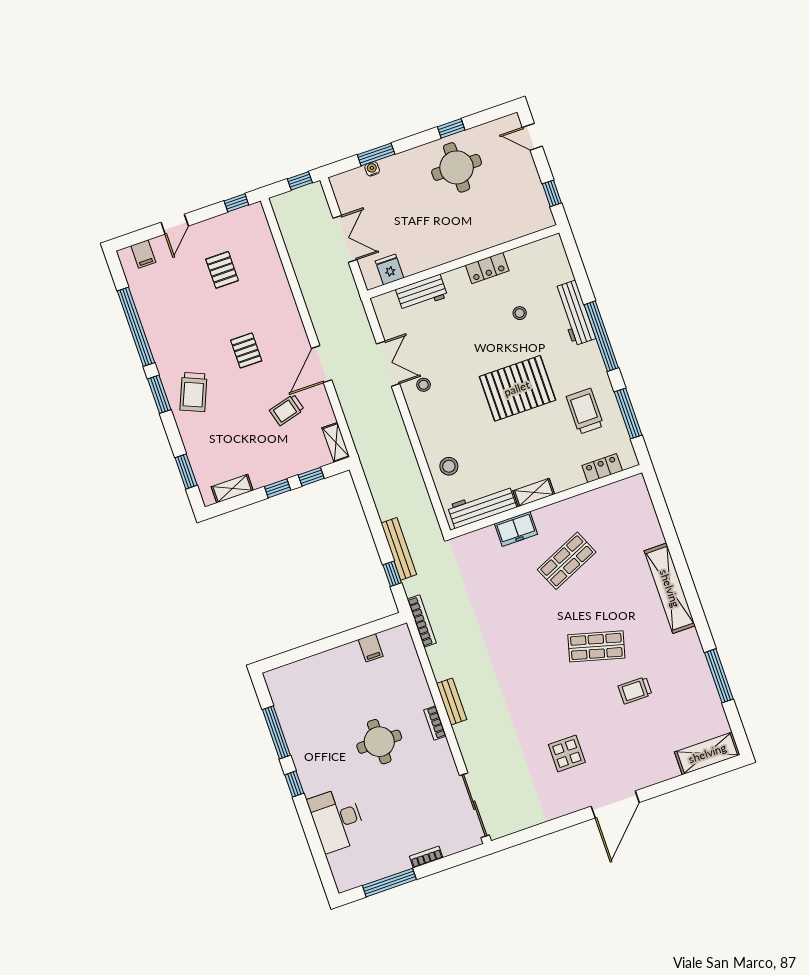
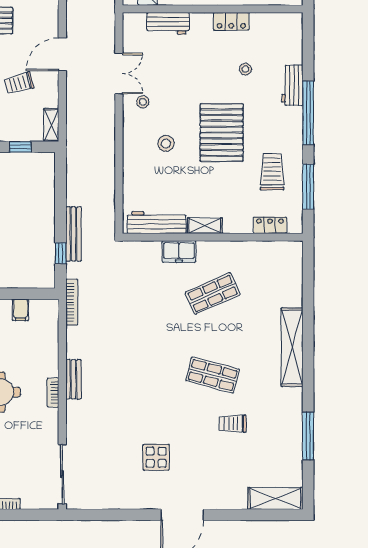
workbench: (575, 313) -> (292, 85), width x0.73
pallet: (517, 388) -> (222, 132), turned 90
stool: (449, 466) -> (166, 143), moved

